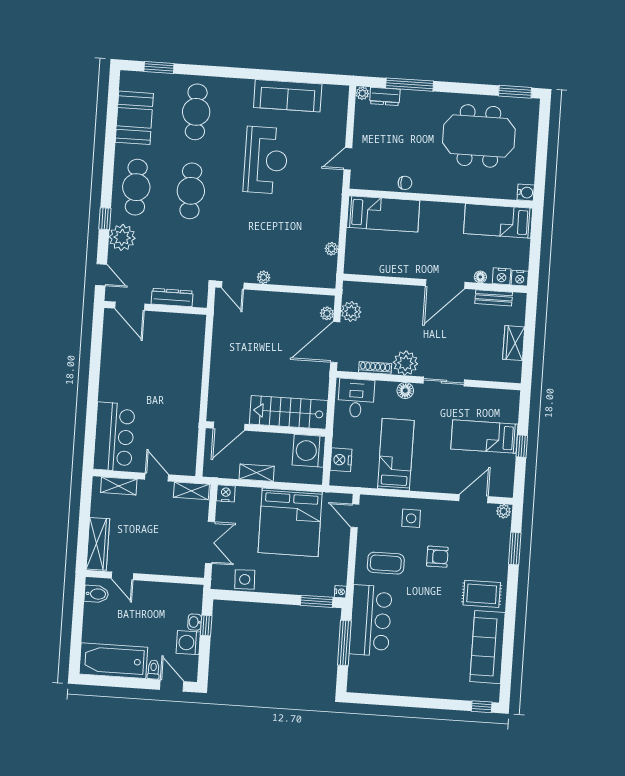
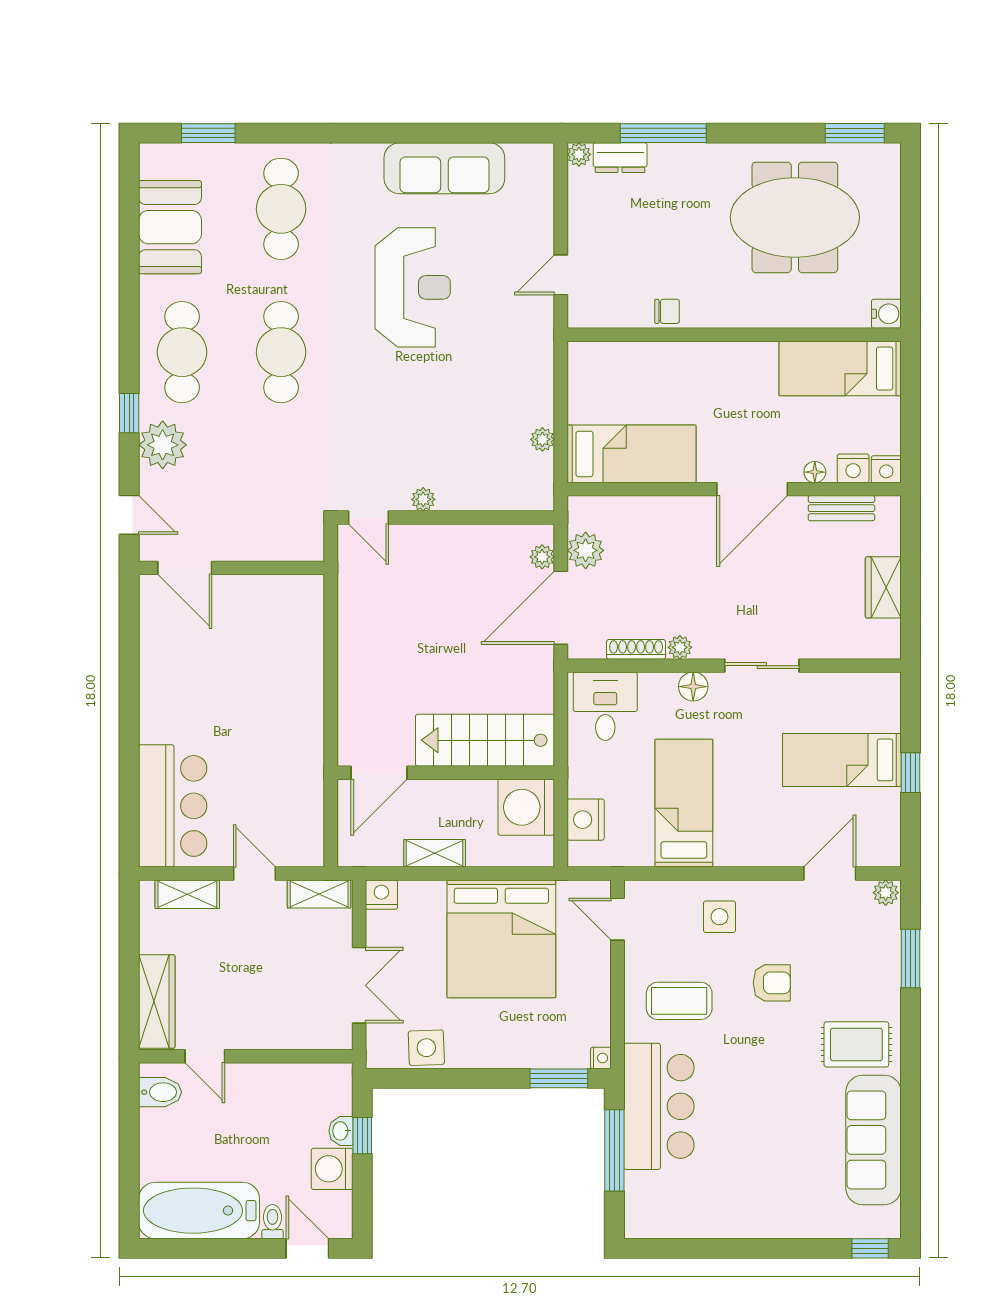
bed: (383, 214) -> (631, 454), moved
dresser: (172, 297) -> (260, 547), removed
plant: (406, 363) -> (680, 647), width x0.53, depth x0.53

